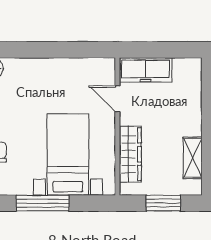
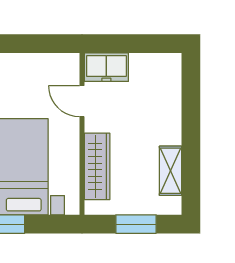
freezer: (146, 70) -> (106, 67), width x0.71

